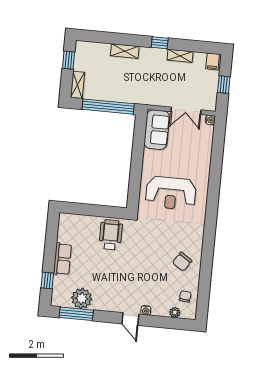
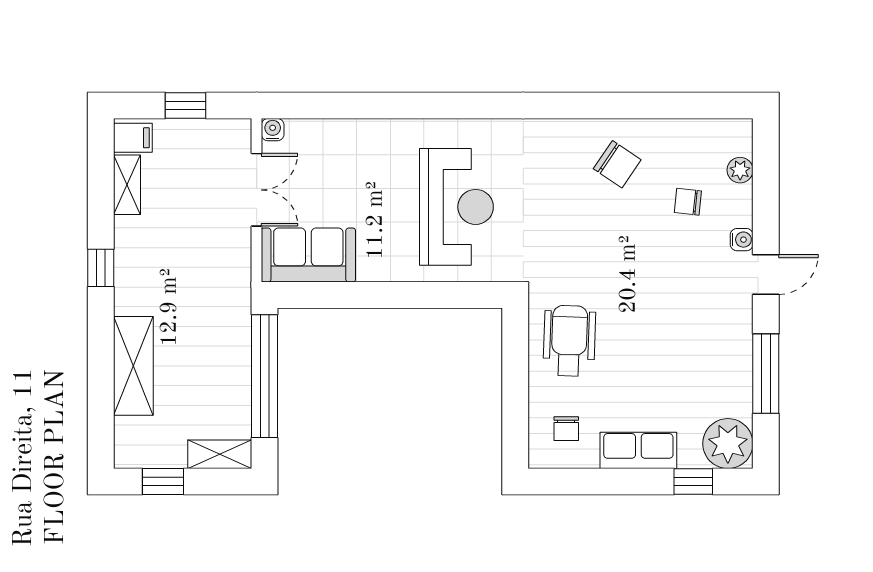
shelving: (125, 51) -> (133, 366), width x1.50, depth x1.33
shelving: (180, 56) -> (127, 185), moved
chair: (74, 230) -> (566, 429), added
wheelchair: (111, 235) -> (569, 341), turned 92
chair: (185, 296) -> (688, 202), moved
plant: (82, 298) -> (728, 444), moved
window: (76, 314) -> (766, 374), moved

